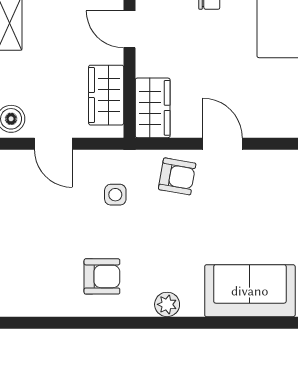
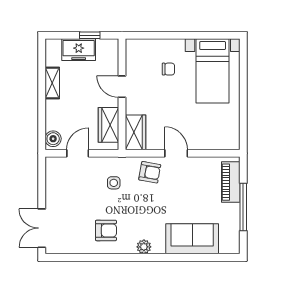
door: (53, 144) -> (78, 153), swing flipped

